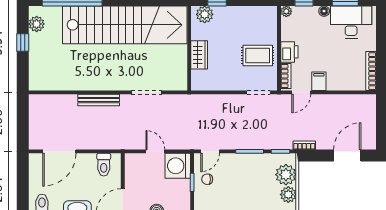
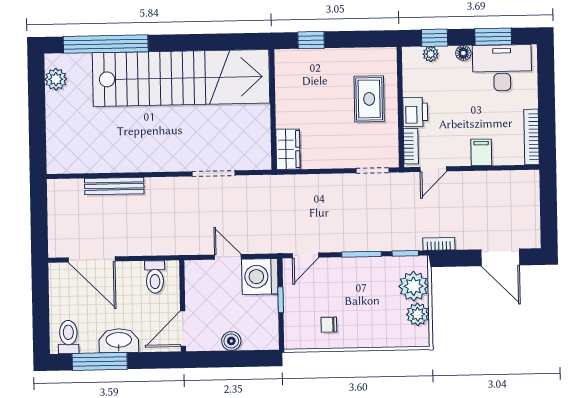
plant: (286, 11) -> (431, 54), moved
plant: (205, 14) -> (294, 61), removed
window: (23, 42) -> (37, 106), removed
wardrobe: (199, 55) -> (288, 149), moved
rug: (258, 56) -> (369, 99), moved, turned 90
filing cabinet: (319, 81) -> (481, 152), moved
bench: (99, 100) -> (114, 186), moved
door: (59, 151) -> (92, 259), hinge flipped
door: (347, 156) -> (500, 257), swing flipped
chair: (207, 179) -> (329, 325), moved

